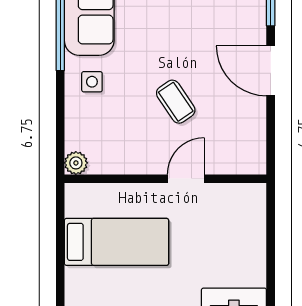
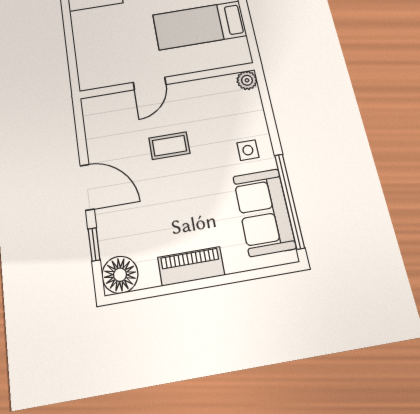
coffee table: (176, 102) -> (169, 146), turned -56

